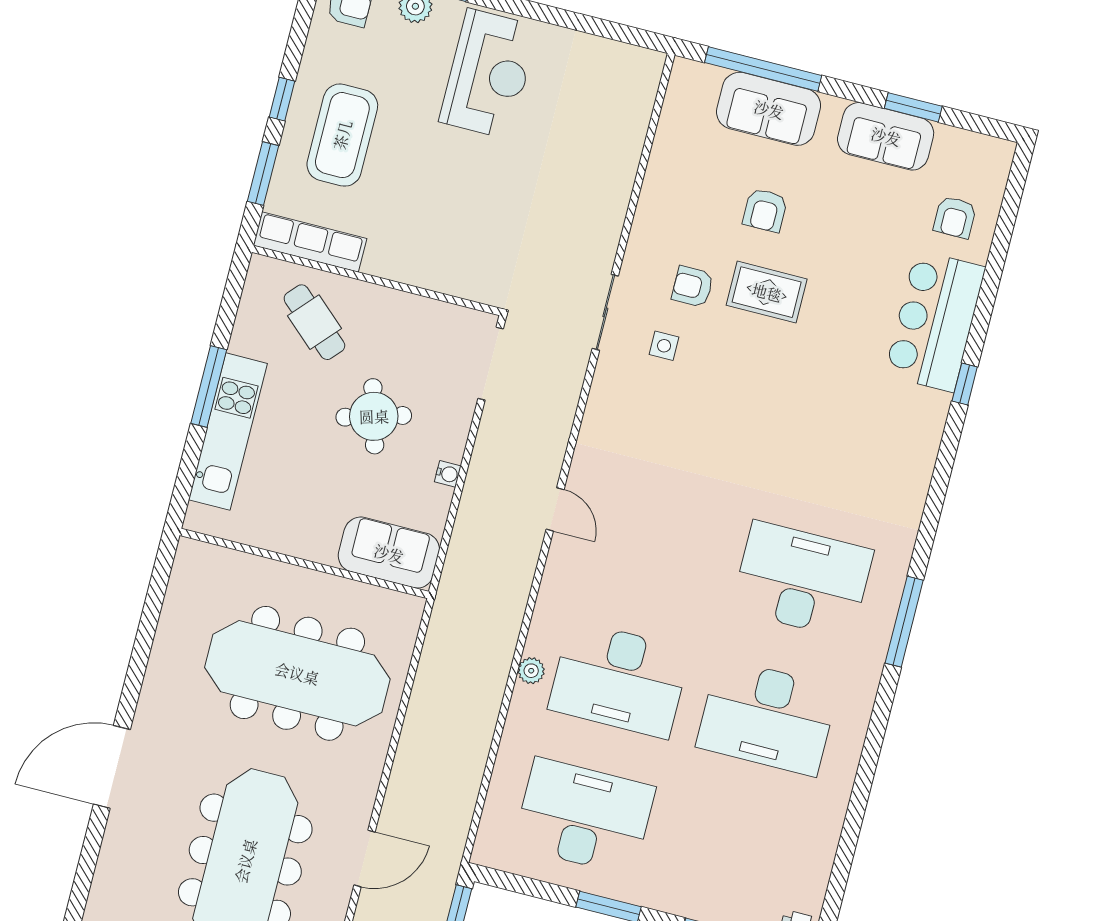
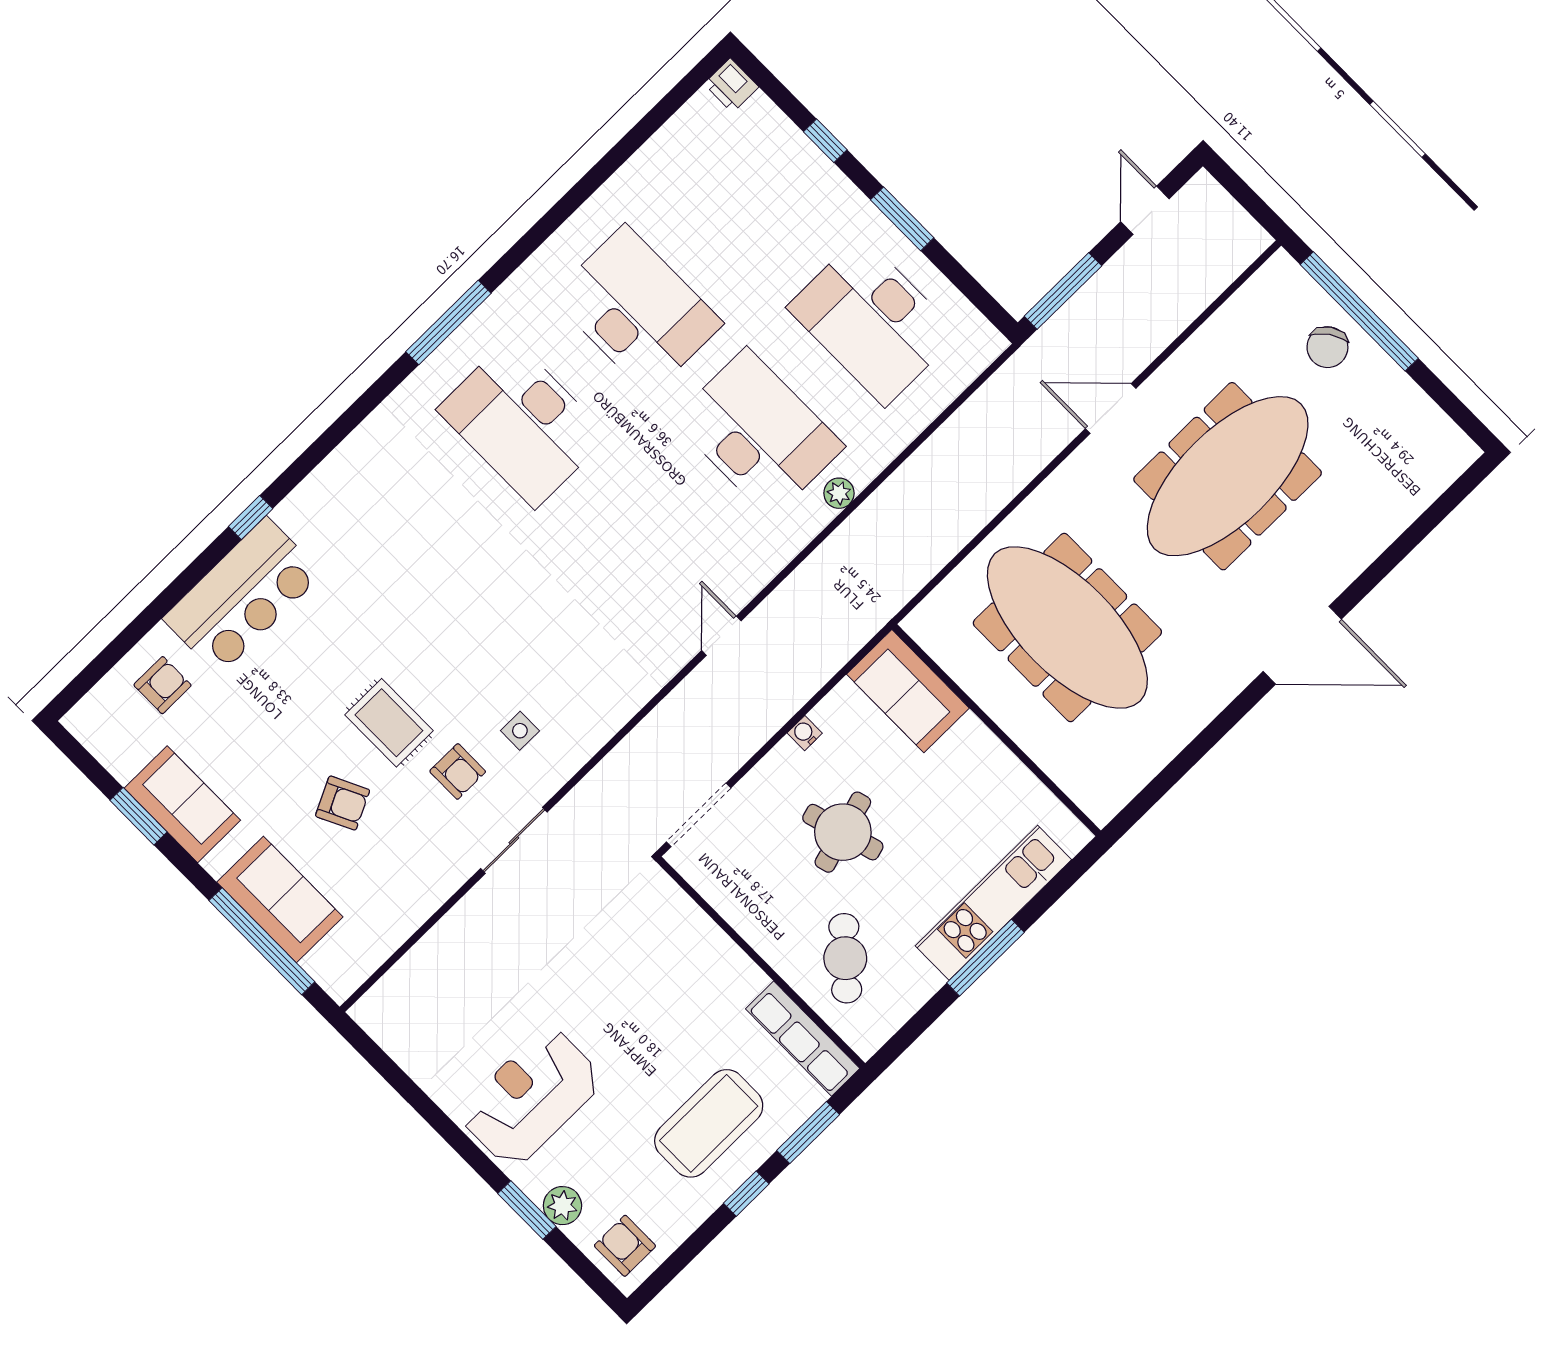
armchair: (765, 210) -> (343, 803), turned 64
sliding door: (605, 312) -> (514, 840), moved

